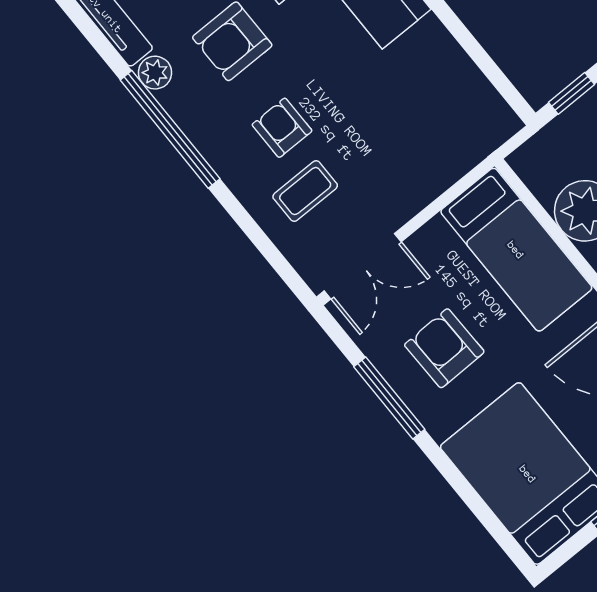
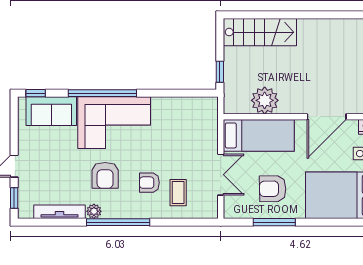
double door: (363, 266) -> (221, 175), moved

